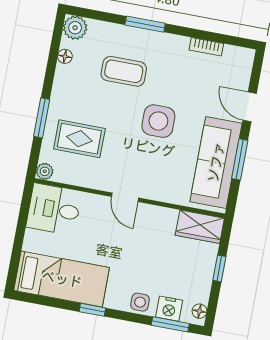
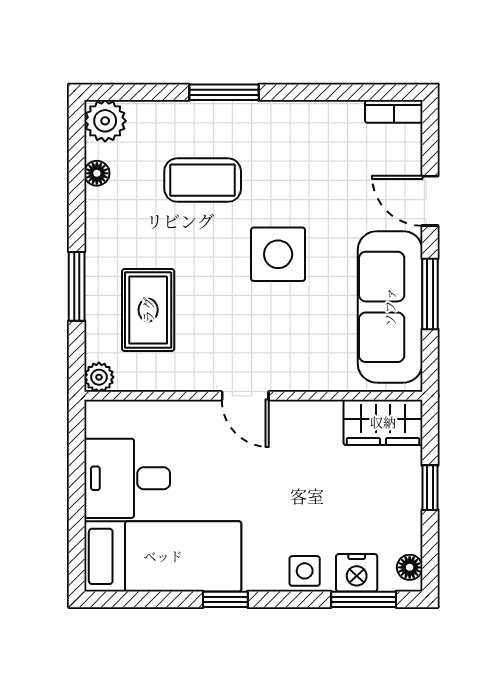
bookcase: (206, 47) -> (394, 111), moved
rug: (79, 139) -> (148, 310), turned 90
desk: (54, 209) -> (127, 478), moved

